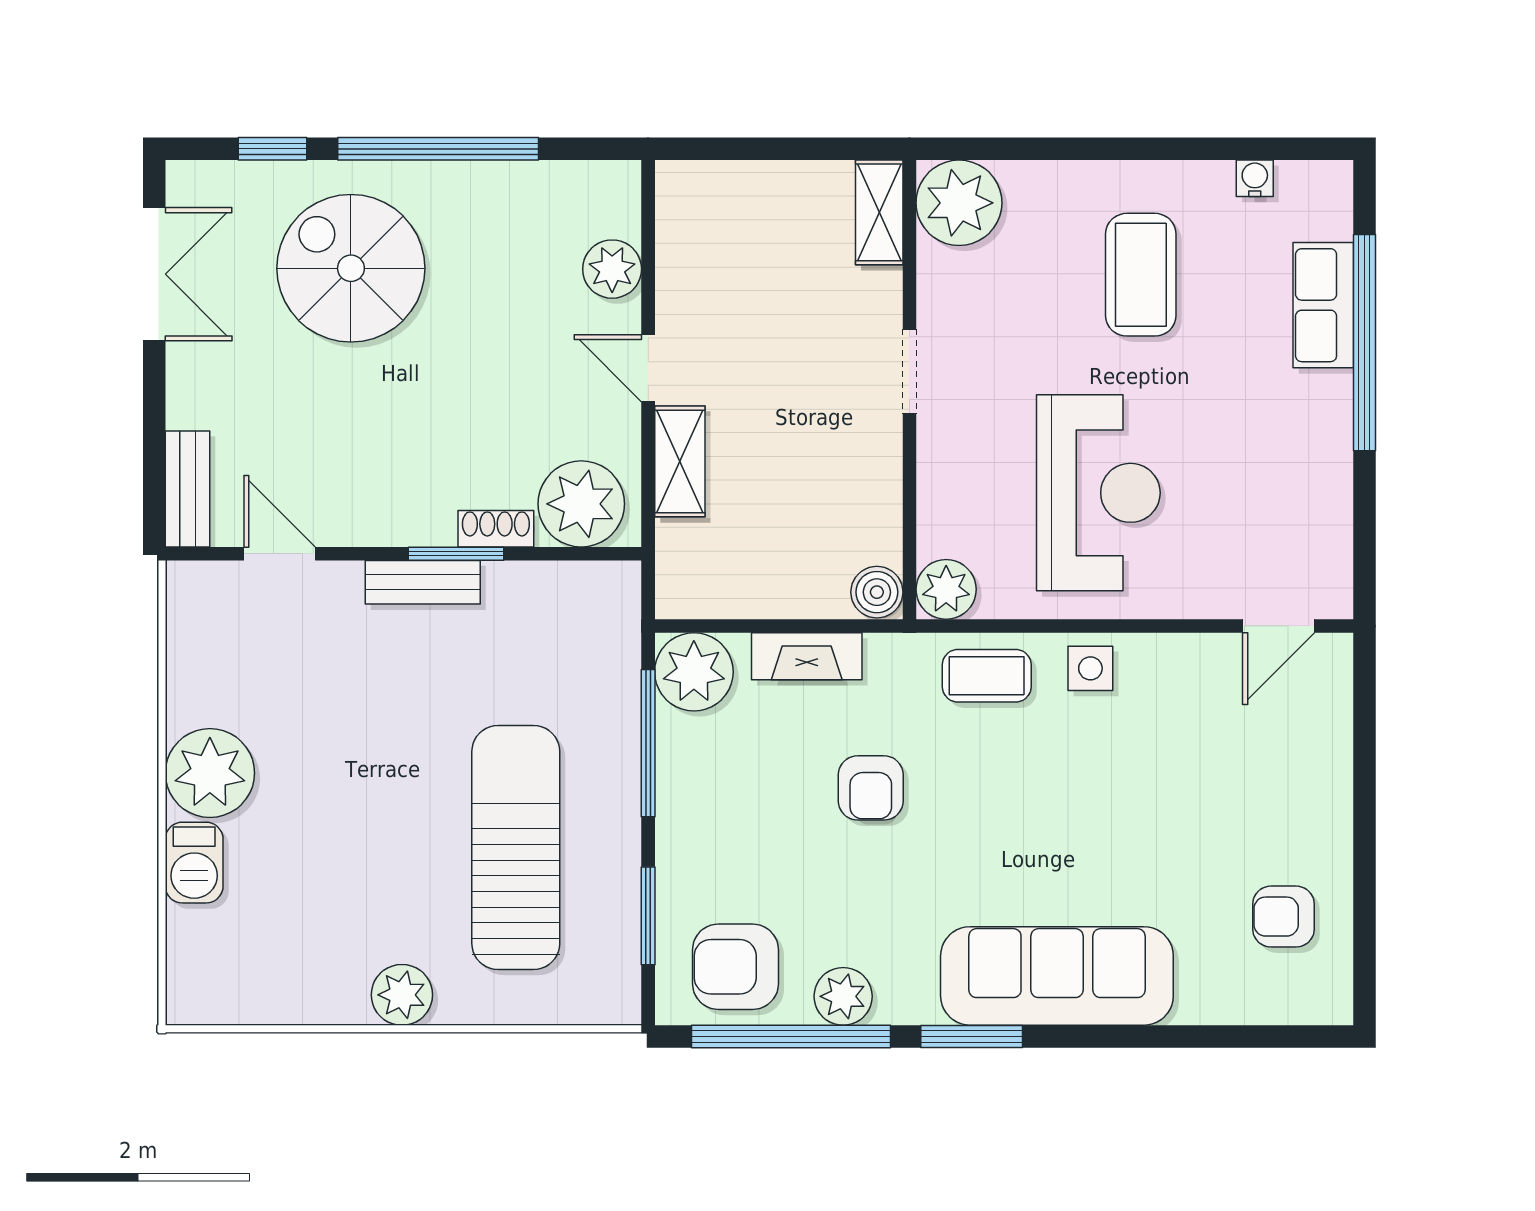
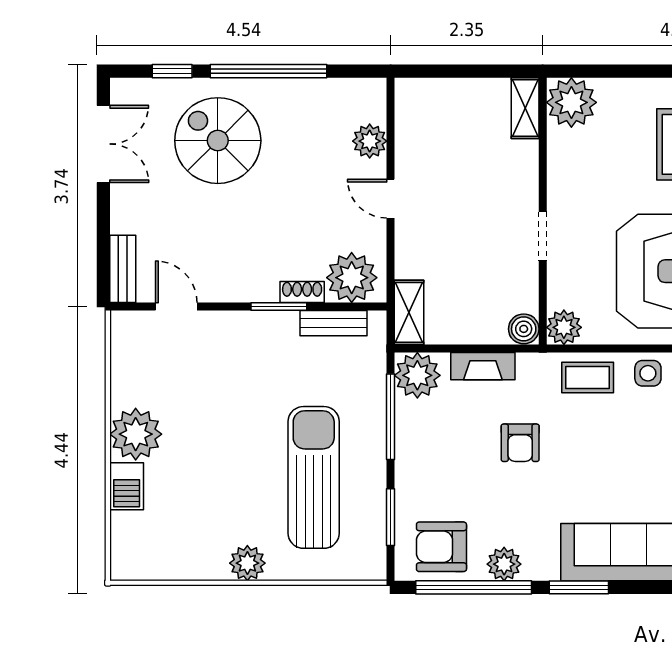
doorway: (909, 371) -> (543, 236), moved
shelving: (680, 461) -> (409, 312), moved
bench: (423, 582) -> (333, 323), moved

